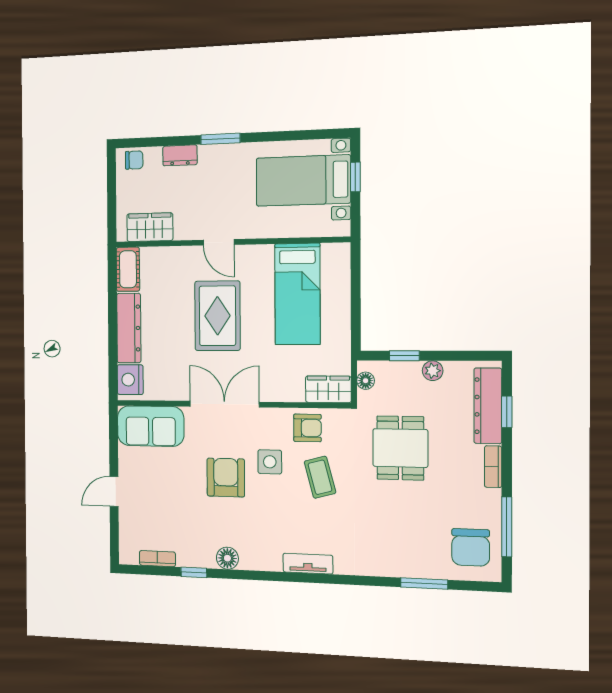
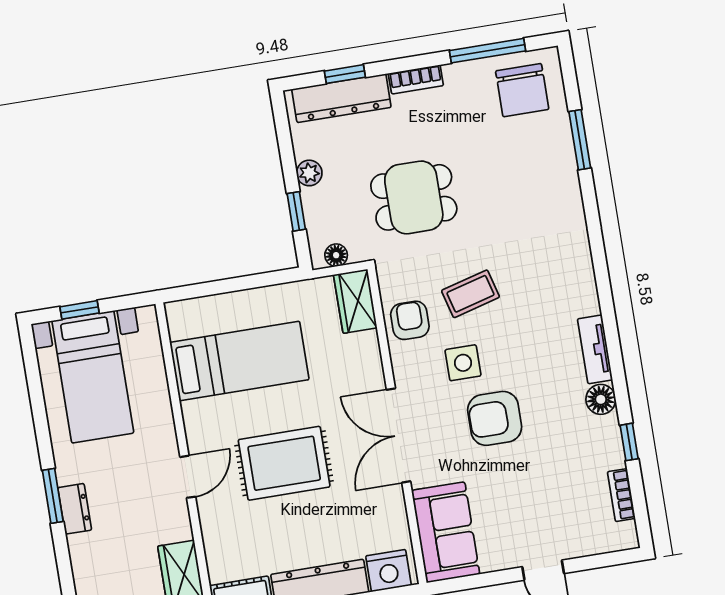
dresser: (180, 155) -> (75, 509), moved
chair: (471, 547) -> (522, 90), turned 90
tv unit: (308, 564) -> (595, 349), moved

